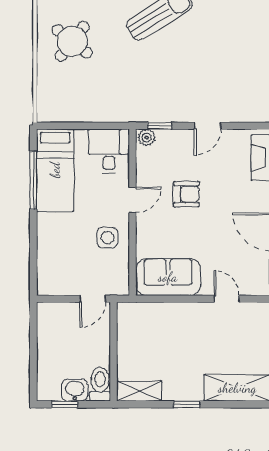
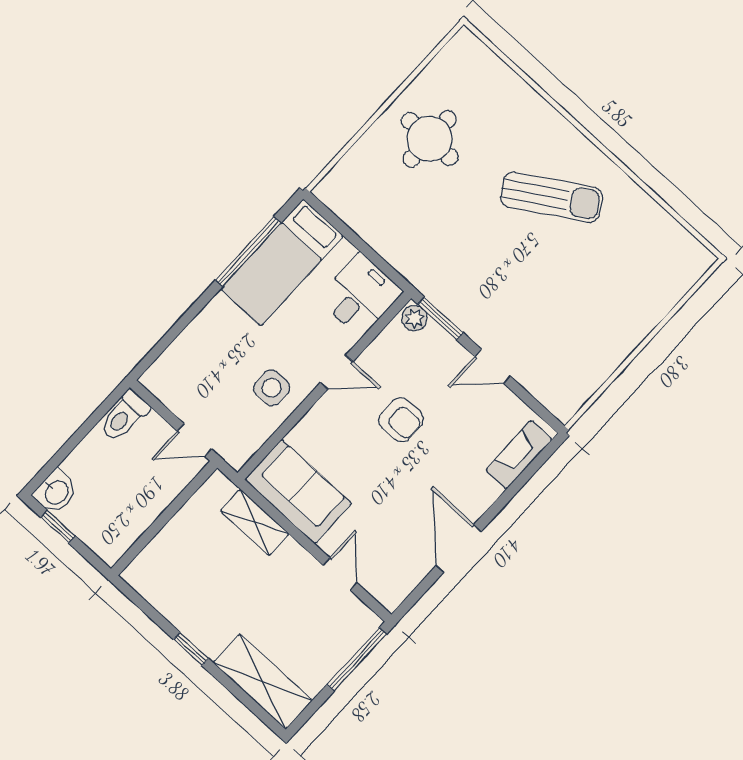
round table: (72, 41) -> (430, 139), turned -38
window: (160, 126) -> (440, 318), width x1.50
toilet: (100, 384) -> (124, 416), moved, turned 180
washbasin: (75, 390) -> (56, 492), moved, turned 90
shelving: (139, 391) -> (255, 522), moved

